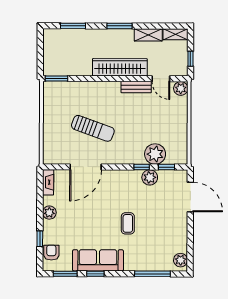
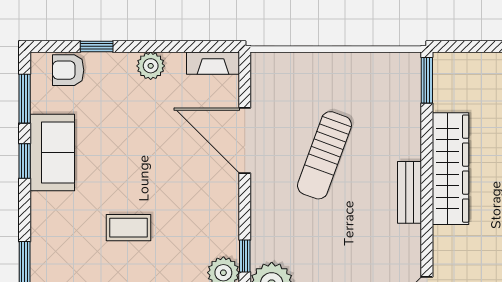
wardrobe: (120, 67) -> (450, 169), moved
bench: (136, 87) -> (410, 192), moved
armchair: (51, 253) -> (68, 70), turned 180
sofa: (98, 260) -> (52, 153), width x0.73

